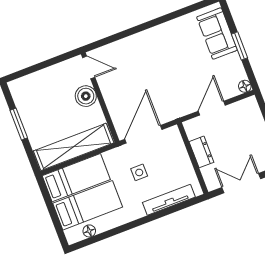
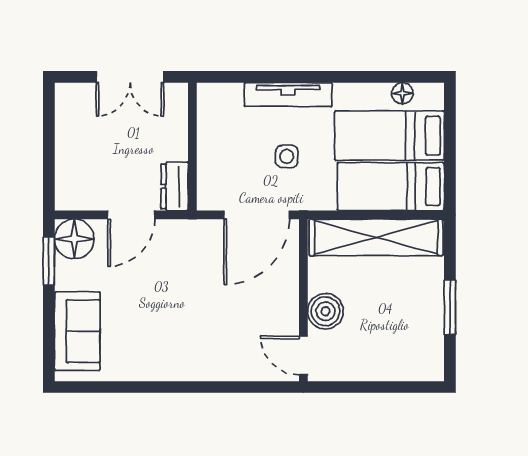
window: (240, 46) -> (49, 261), moved
floor lamp: (245, 86) -> (74, 239), width x1.89, depth x1.89
dresser: (201, 152) -> (175, 186), moved
tv unit: (169, 200) -> (288, 95), moved

